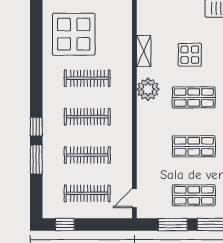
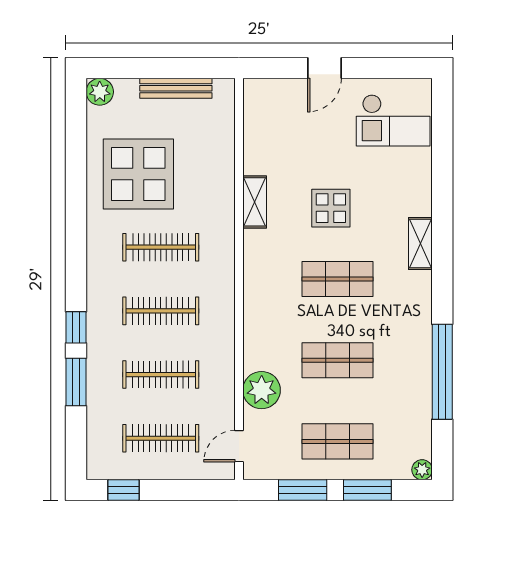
plant: (148, 89) -> (262, 390), moved

